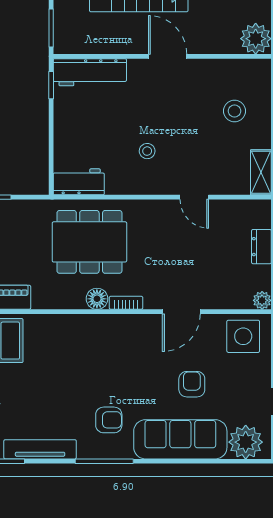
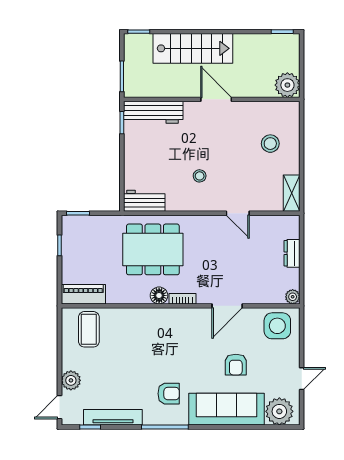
armchair: (192, 384) -> (236, 365), turned 180

